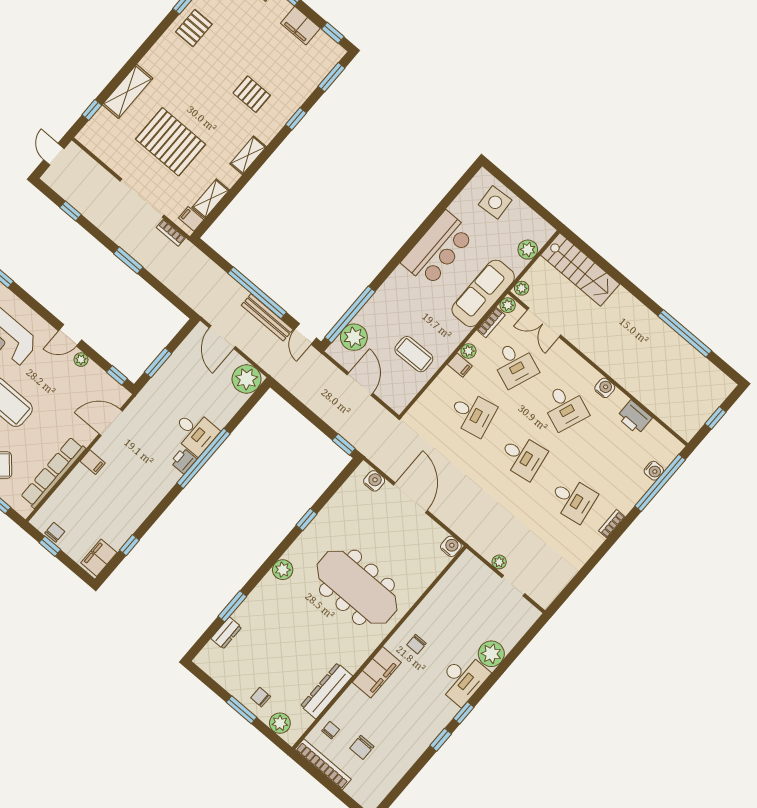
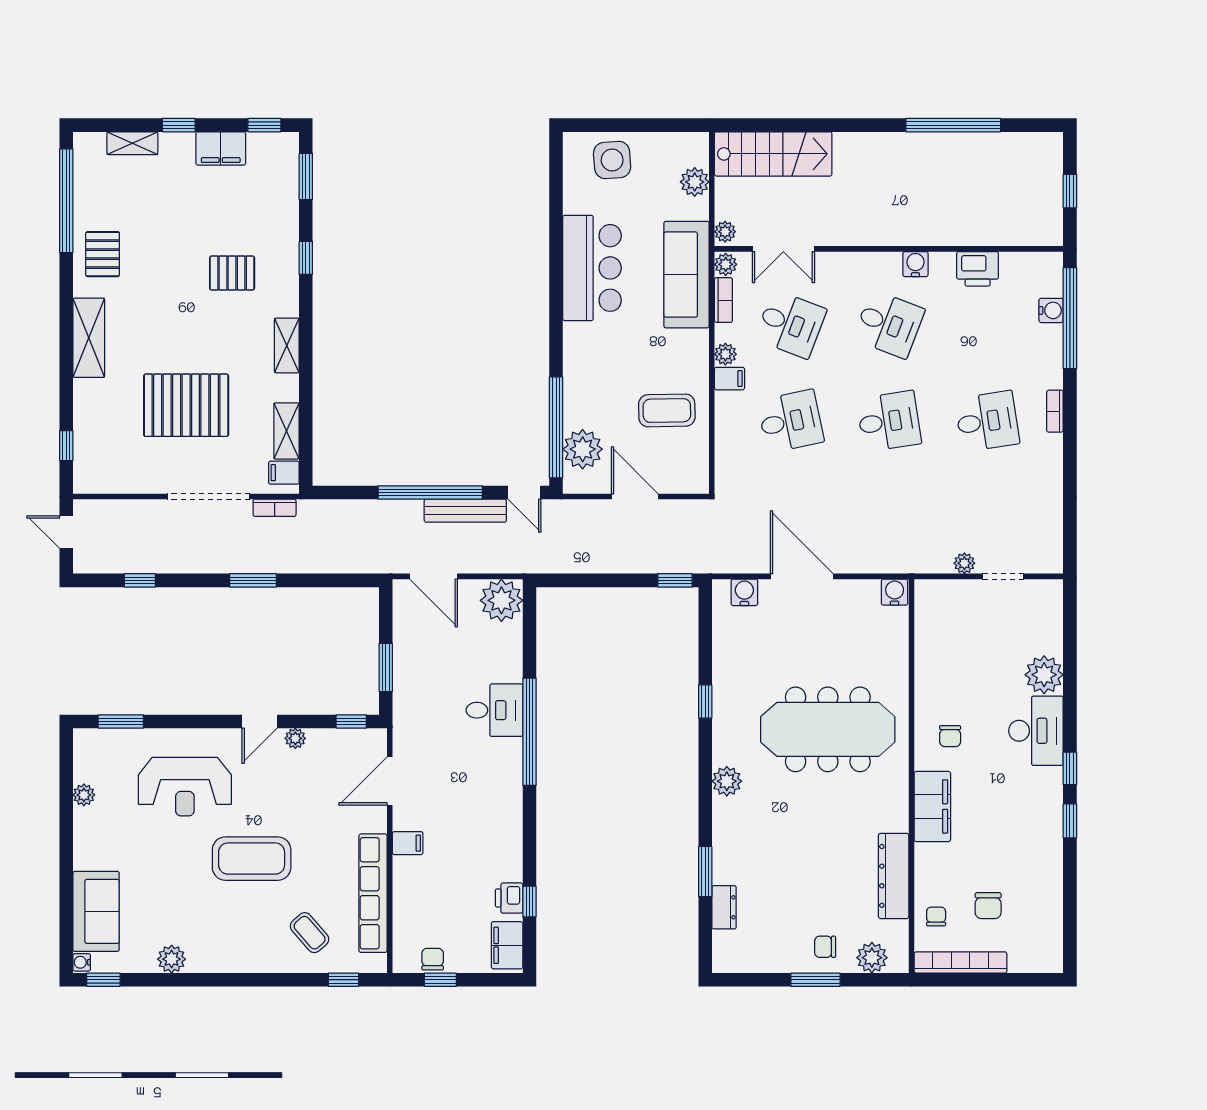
shelving: (128, 91) -> (89, 338), moved
printer: (184, 461) -> (509, 898), moved

